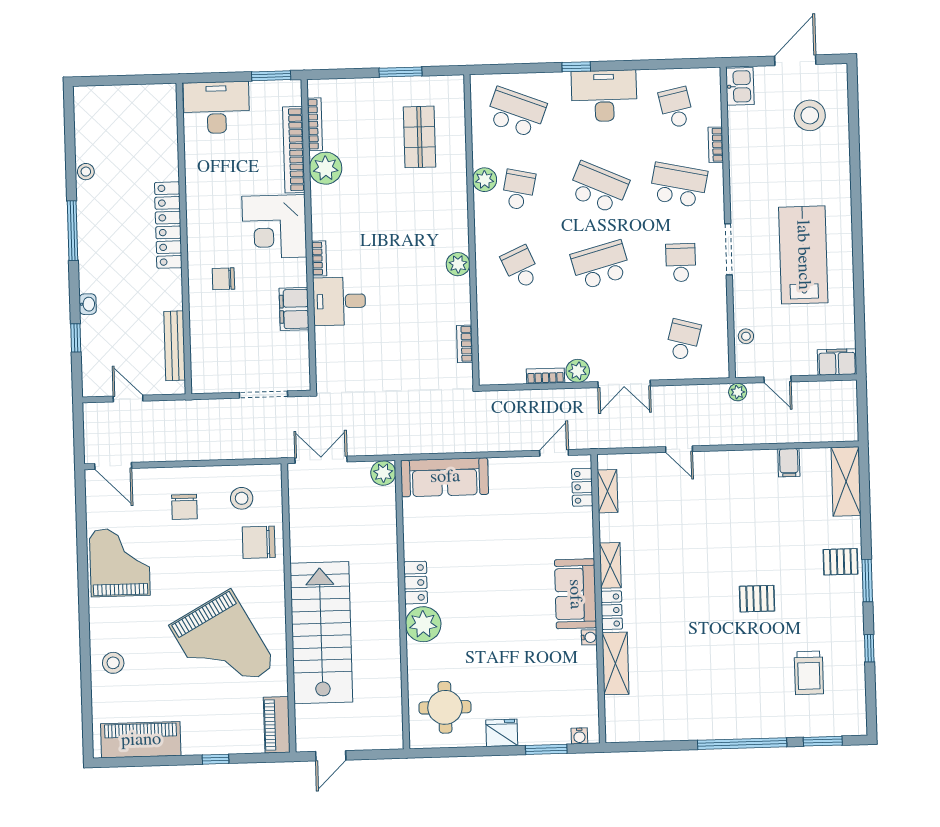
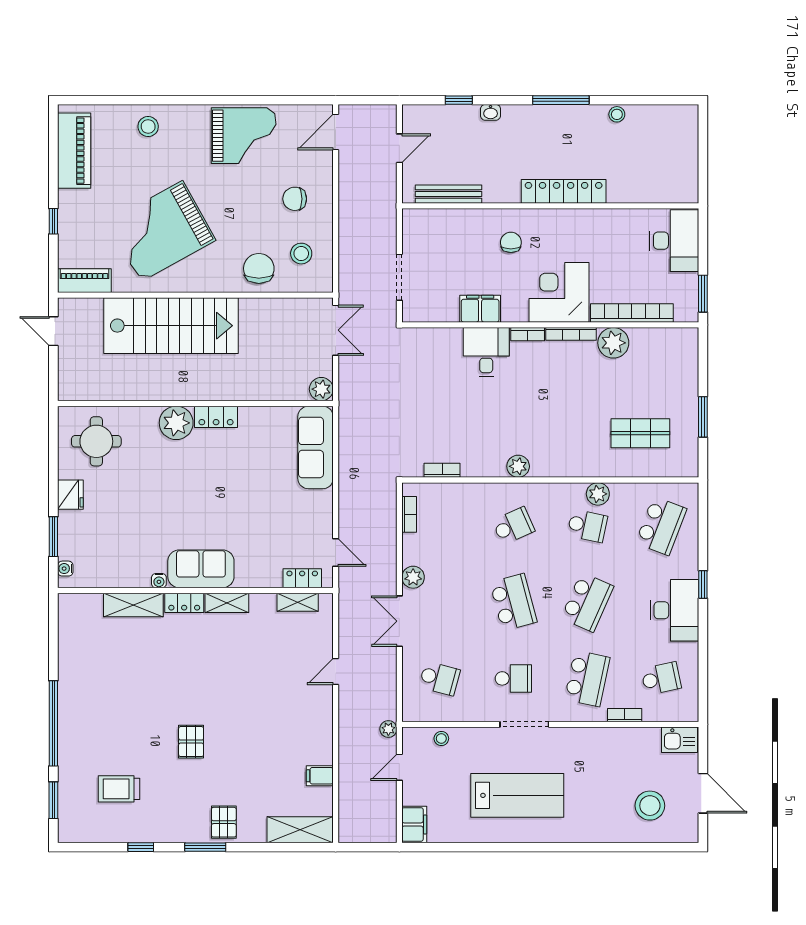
bookcase: (315, 124) -> (571, 334), moved
bookcase: (545, 376) -> (409, 514), moved

